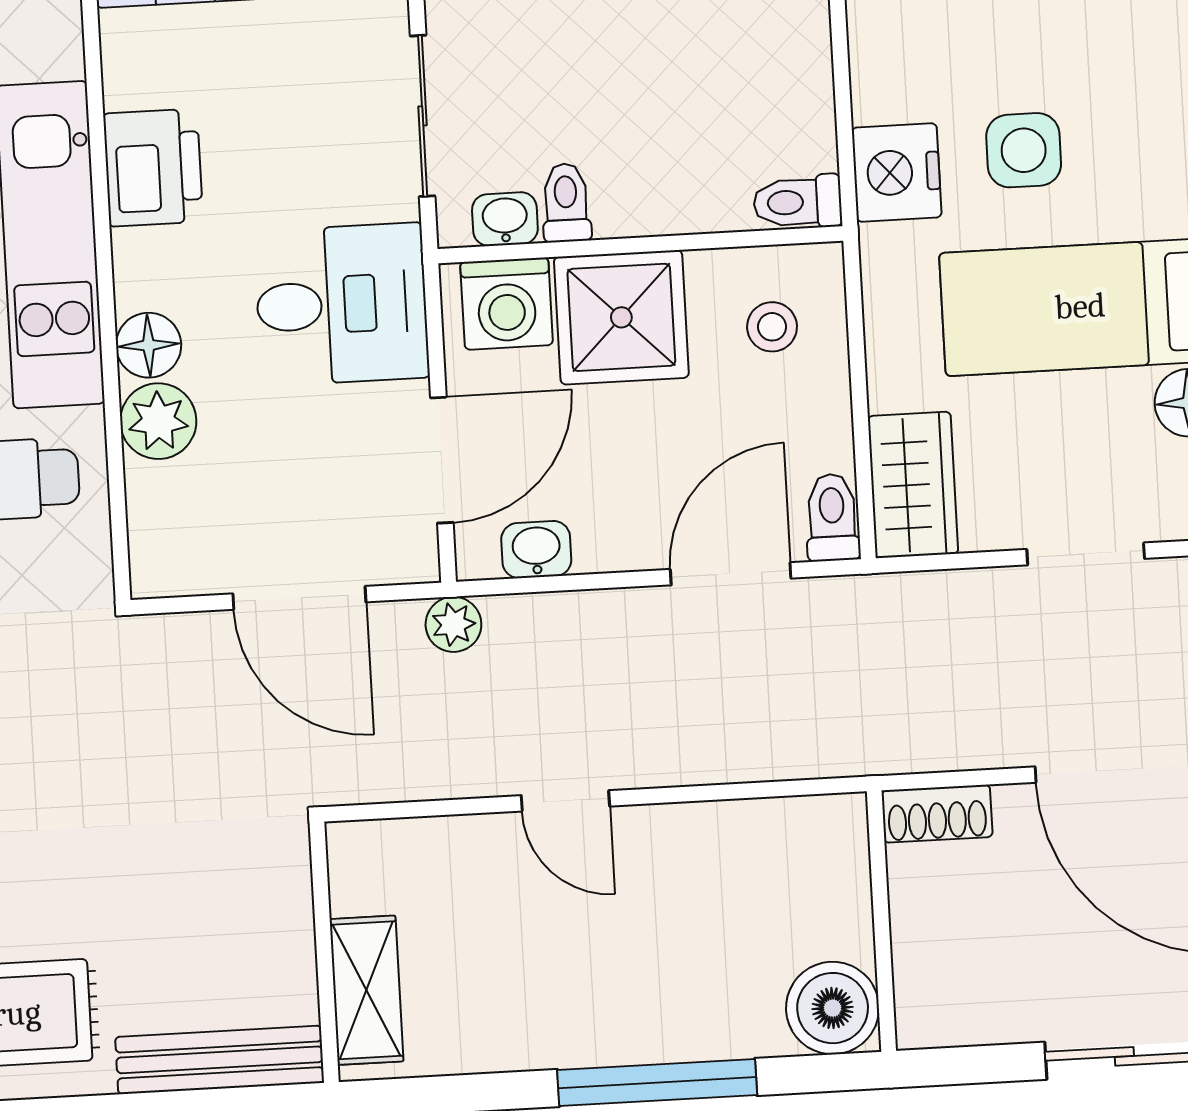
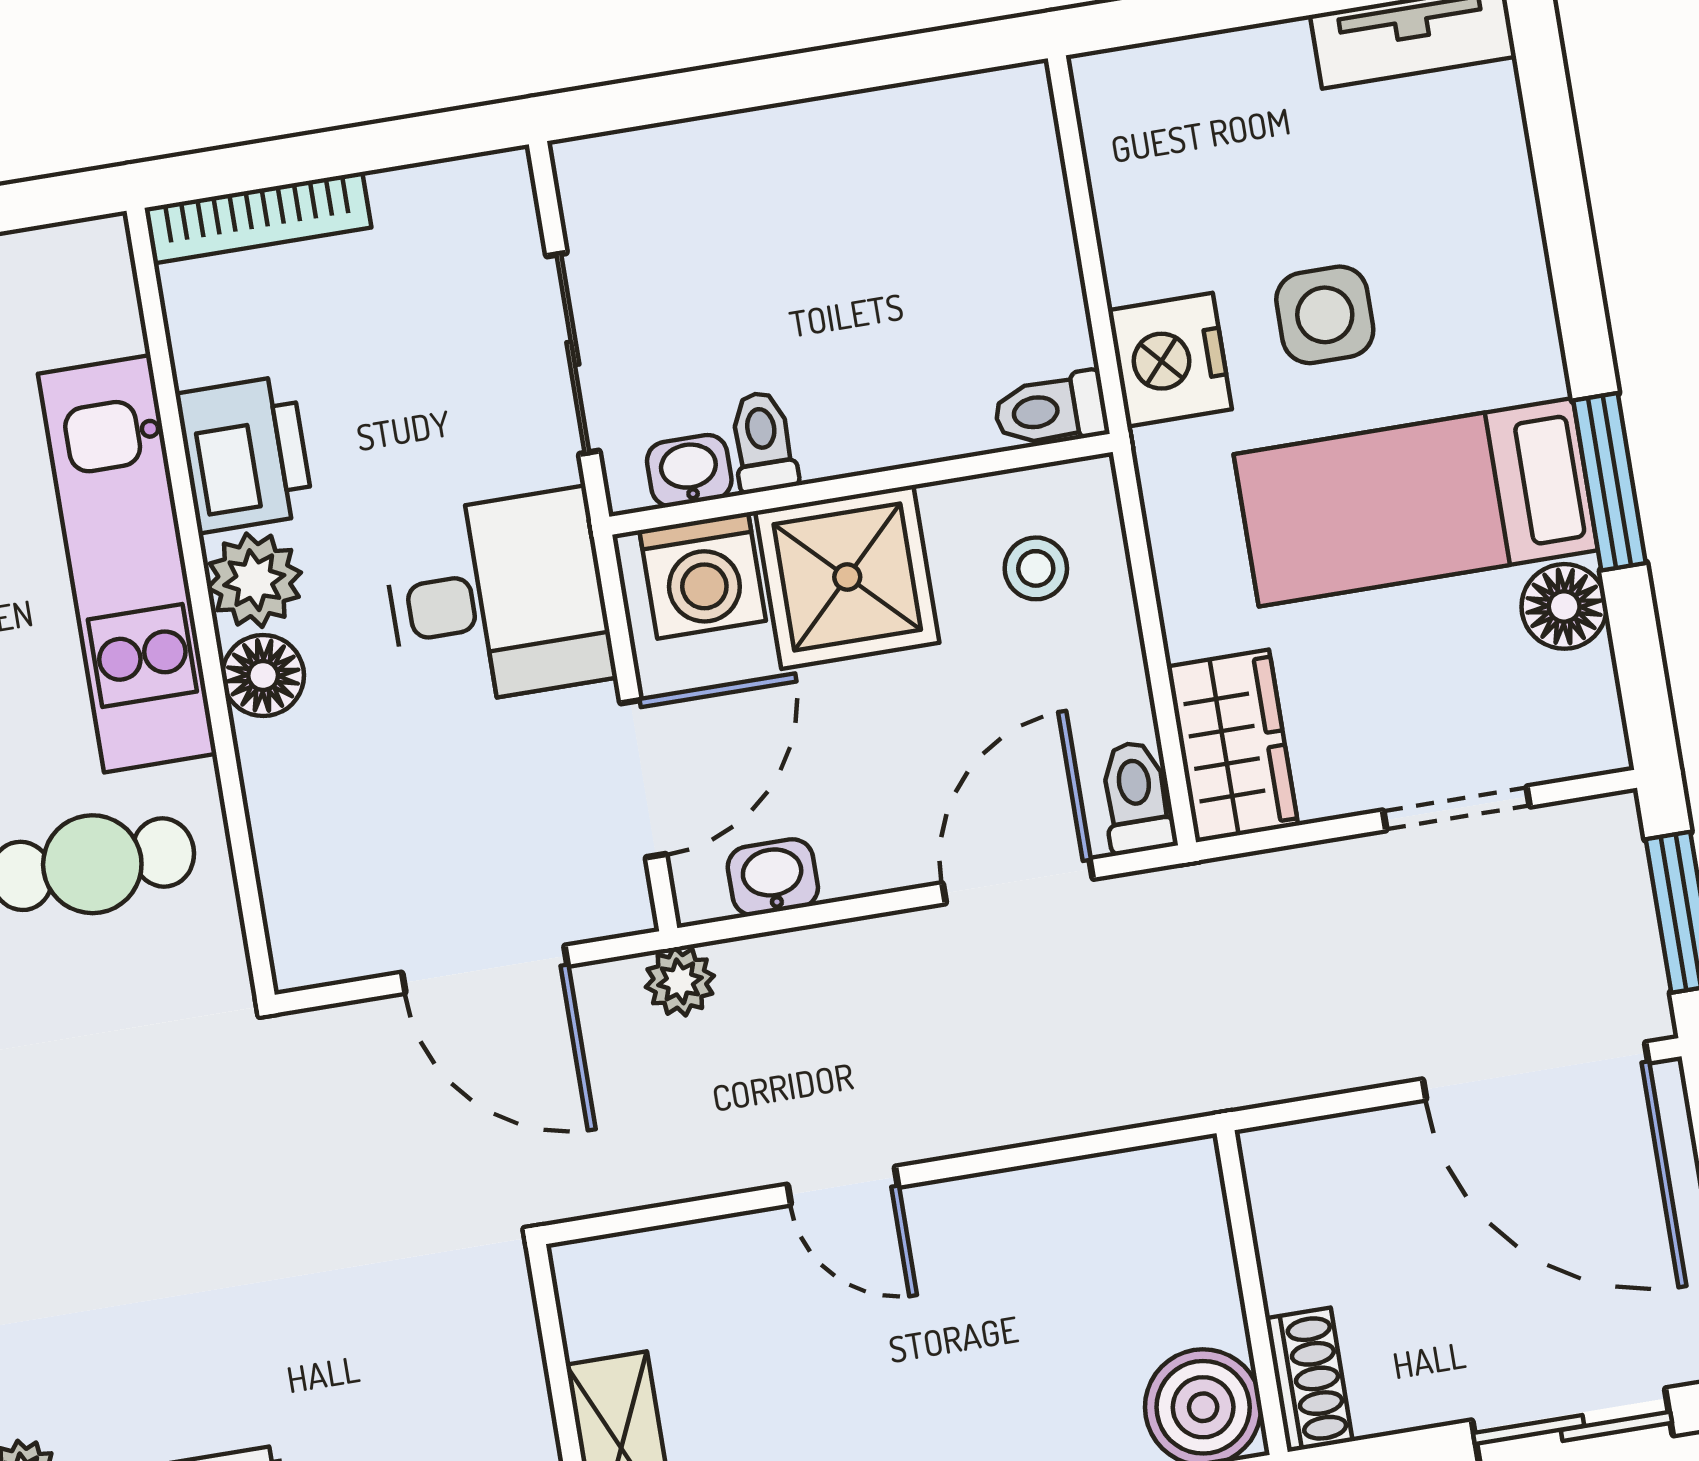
plant: (158, 421) -> (254, 580), moved
shoe rack: (937, 814) -> (1309, 1380), moved, turned -90

